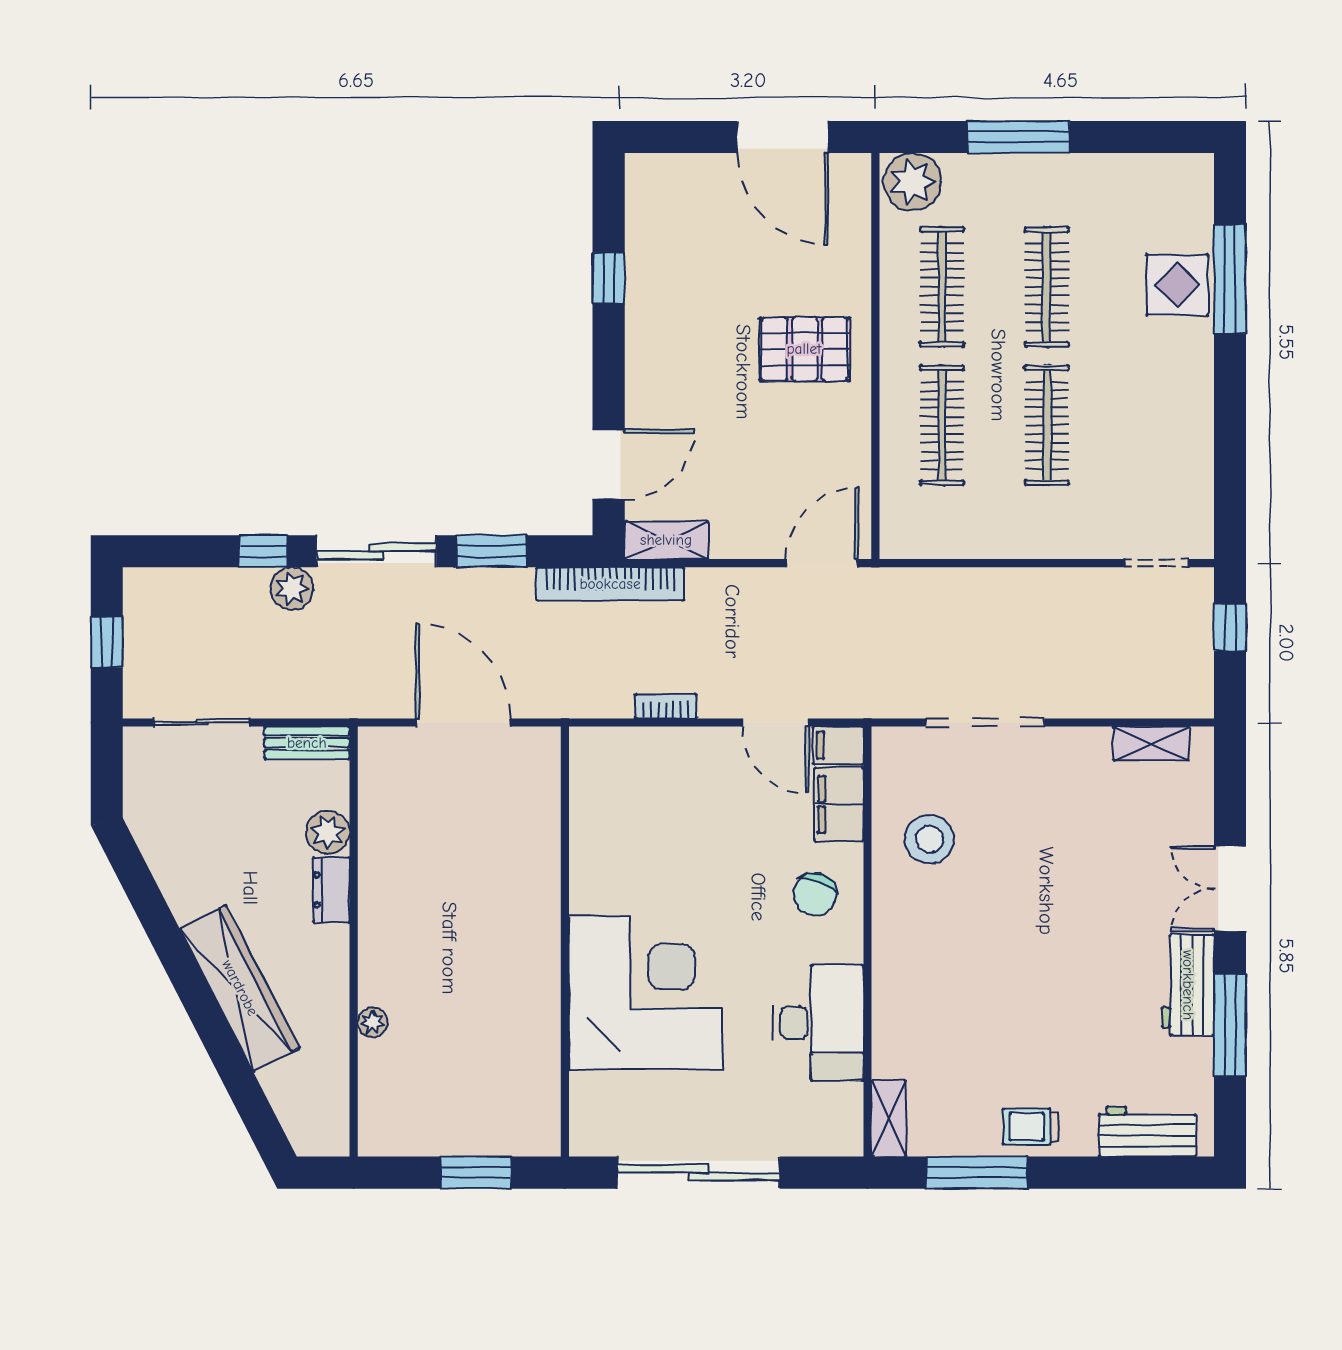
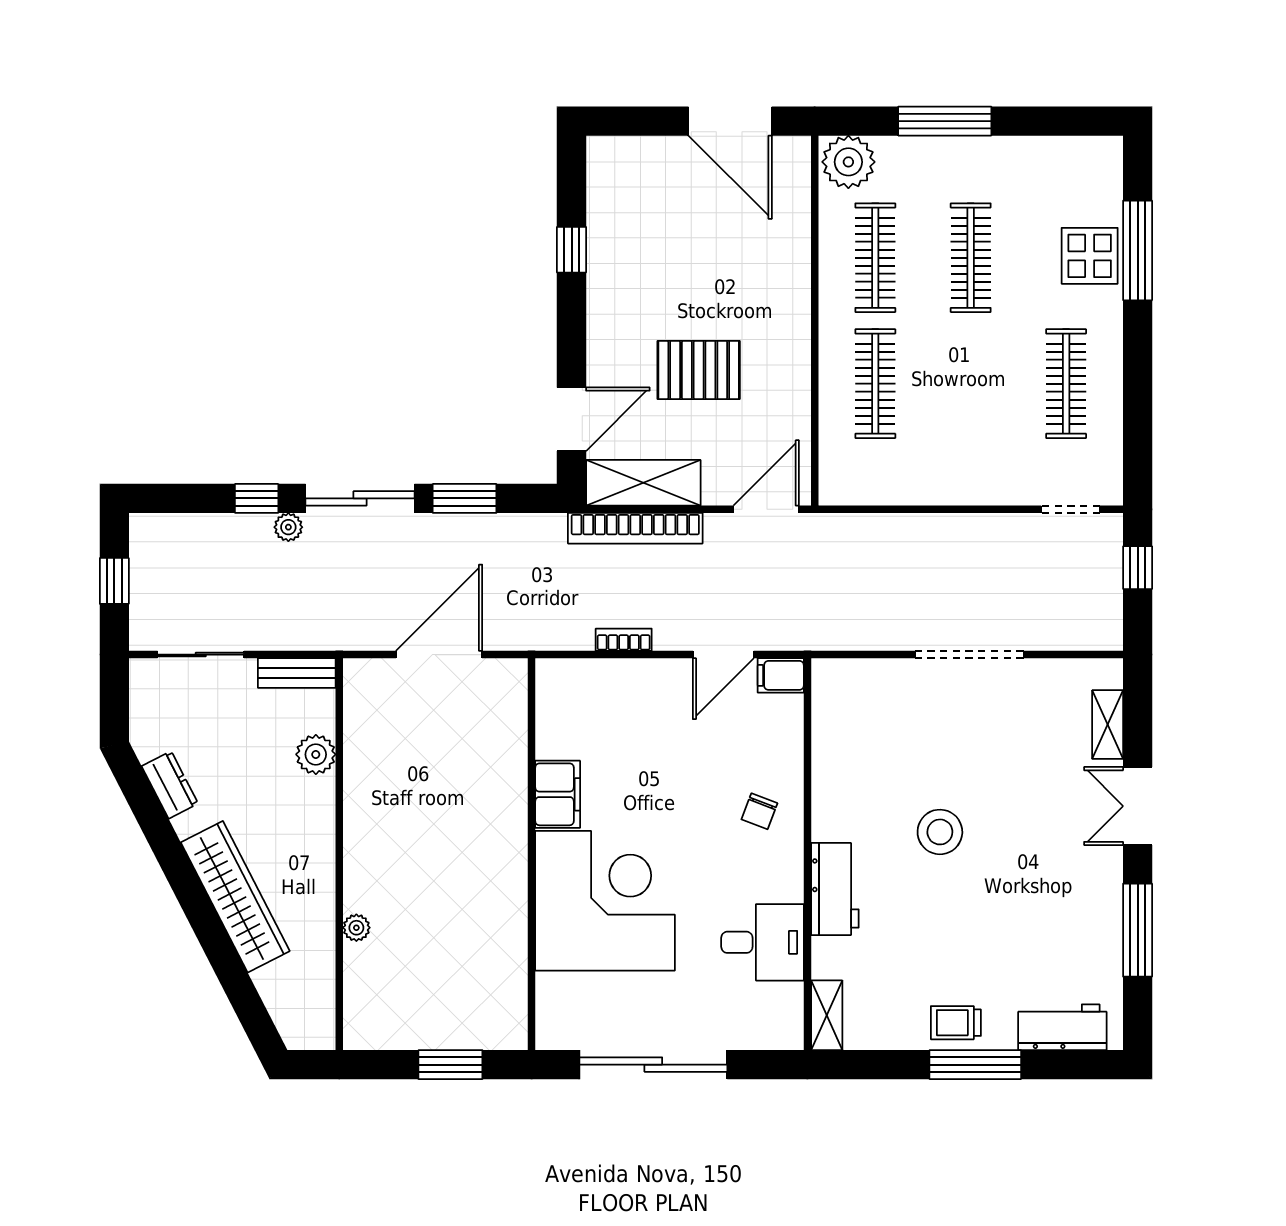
pallet: (804, 349) -> (699, 370), moved
clothes rail: (1047, 425) -> (1066, 384), moved
shelving: (666, 540) -> (643, 483), width x1.50, depth x1.33
bookcase: (610, 584) -> (635, 528), moved
plant: (292, 588) -> (288, 527), width x0.73, depth x0.73
door: (463, 722) -> (439, 655), hinge flipped
door: (775, 722) -> (723, 655), hinge flipped
doorway: (985, 722) -> (969, 655), moved
shelving: (1151, 743) -> (1108, 725), moved, turned 90
filing cabinet: (839, 804) -> (558, 794), moved, turned 180
stool: (930, 839) -> (940, 832), moved
dresser: (331, 890) -> (170, 785), moved, turned 153
chair: (815, 895) -> (759, 811), width x0.73, depth x0.73
workbench: (1188, 985) -> (835, 889), moved, turned 180
desk: (818, 1023) -> (762, 942), width x0.73
window: (977, 1173) -> (975, 1065), moved

